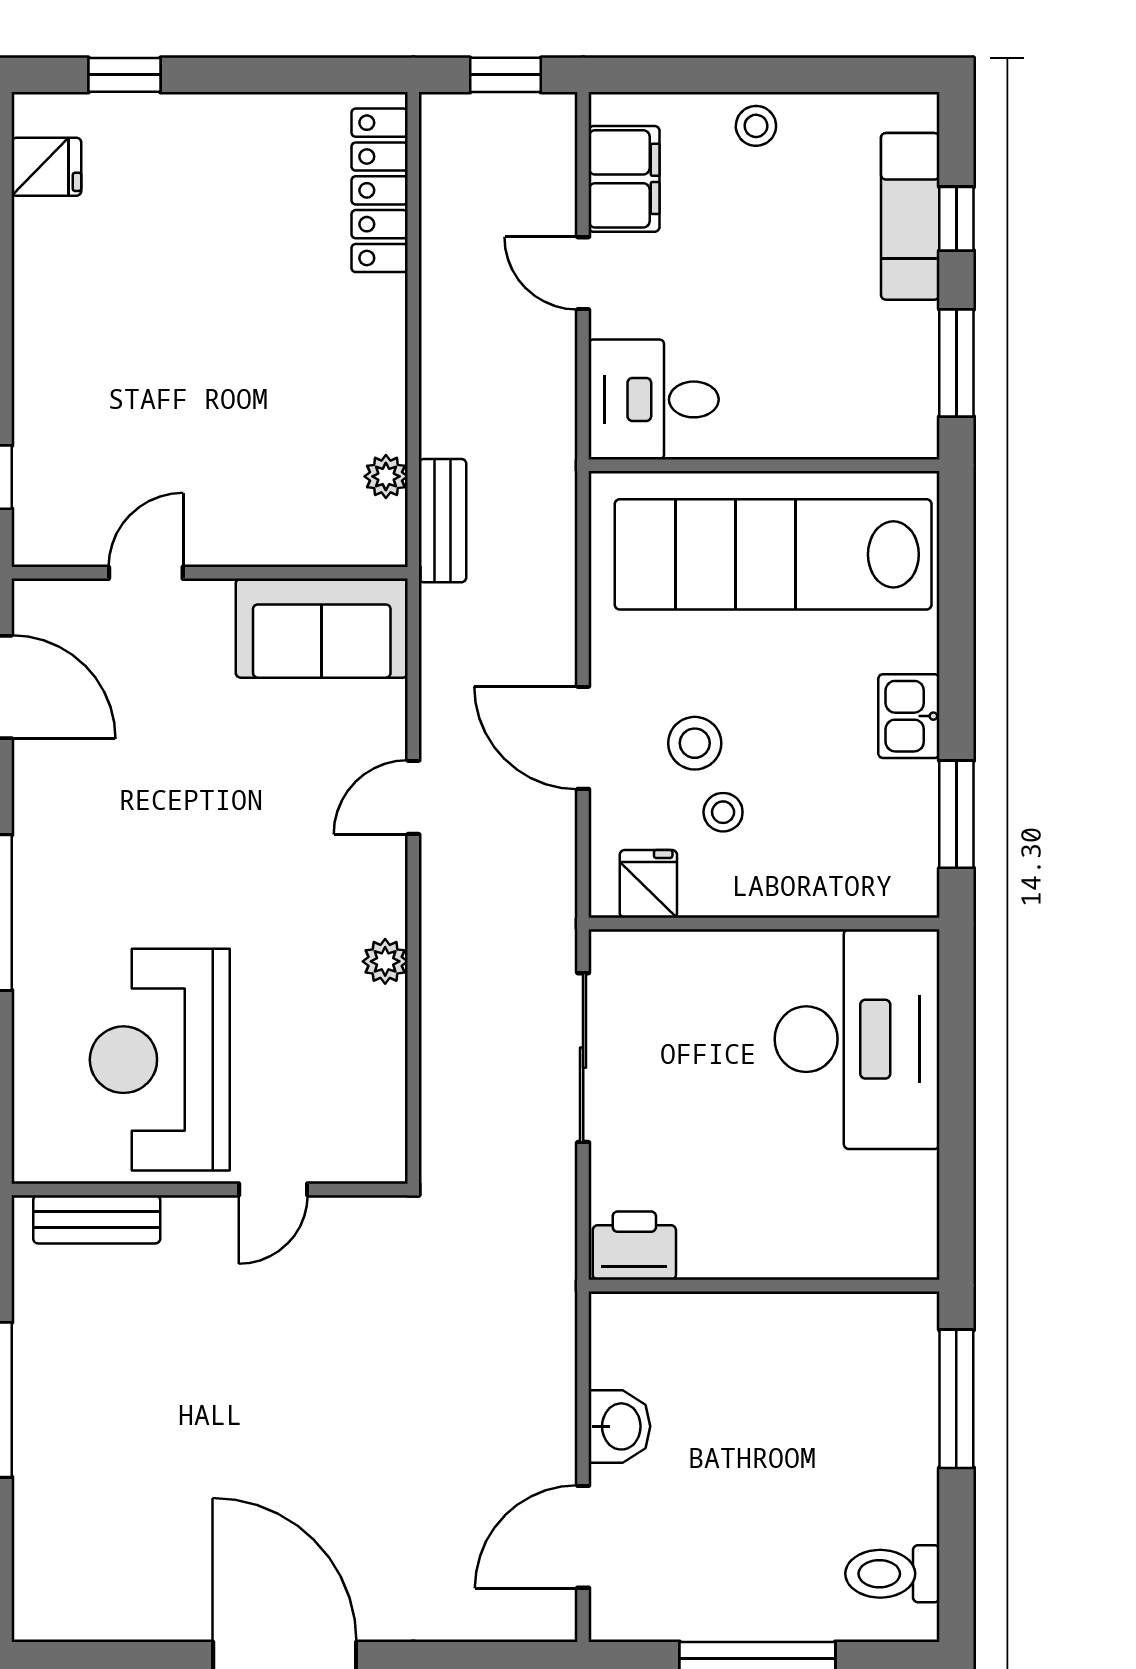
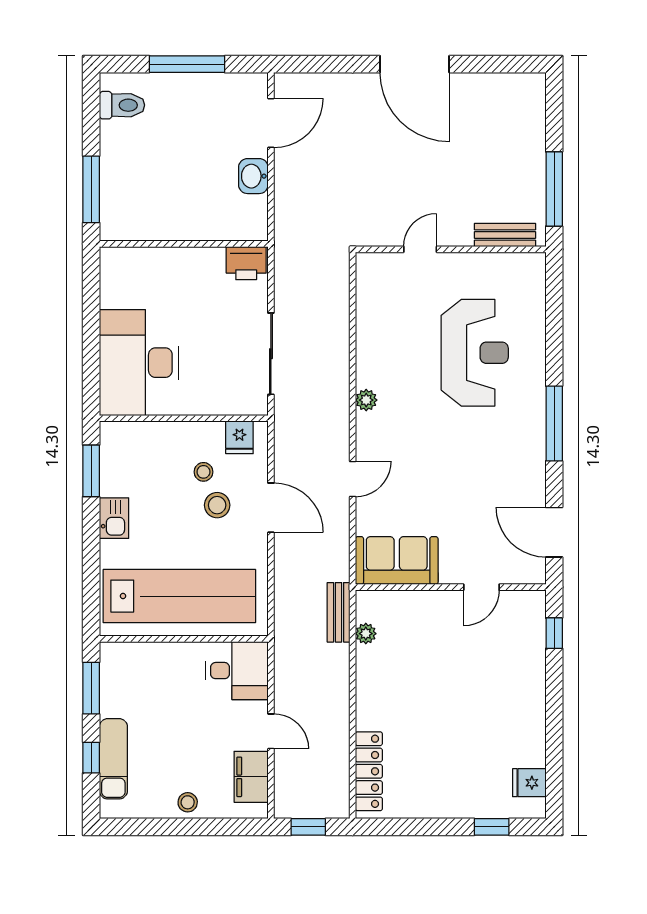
wall: (210, 1189) -> (451, 249), moved
door: (273, 1189) -> (420, 249), moved
bench: (97, 1219) -> (505, 235), moved

